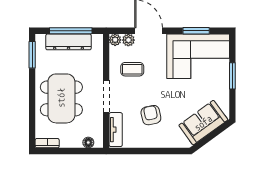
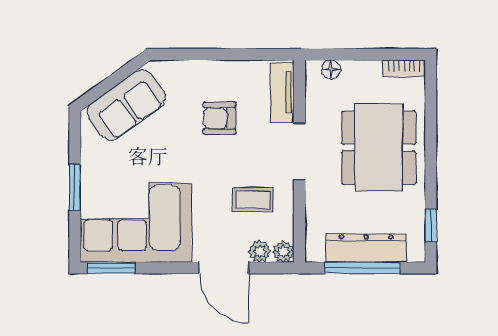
window: (196, 31) -> (111, 268), moved
window: (32, 55) -> (431, 225), width x0.67
armchair: (151, 115) -> (220, 118), turned 102

